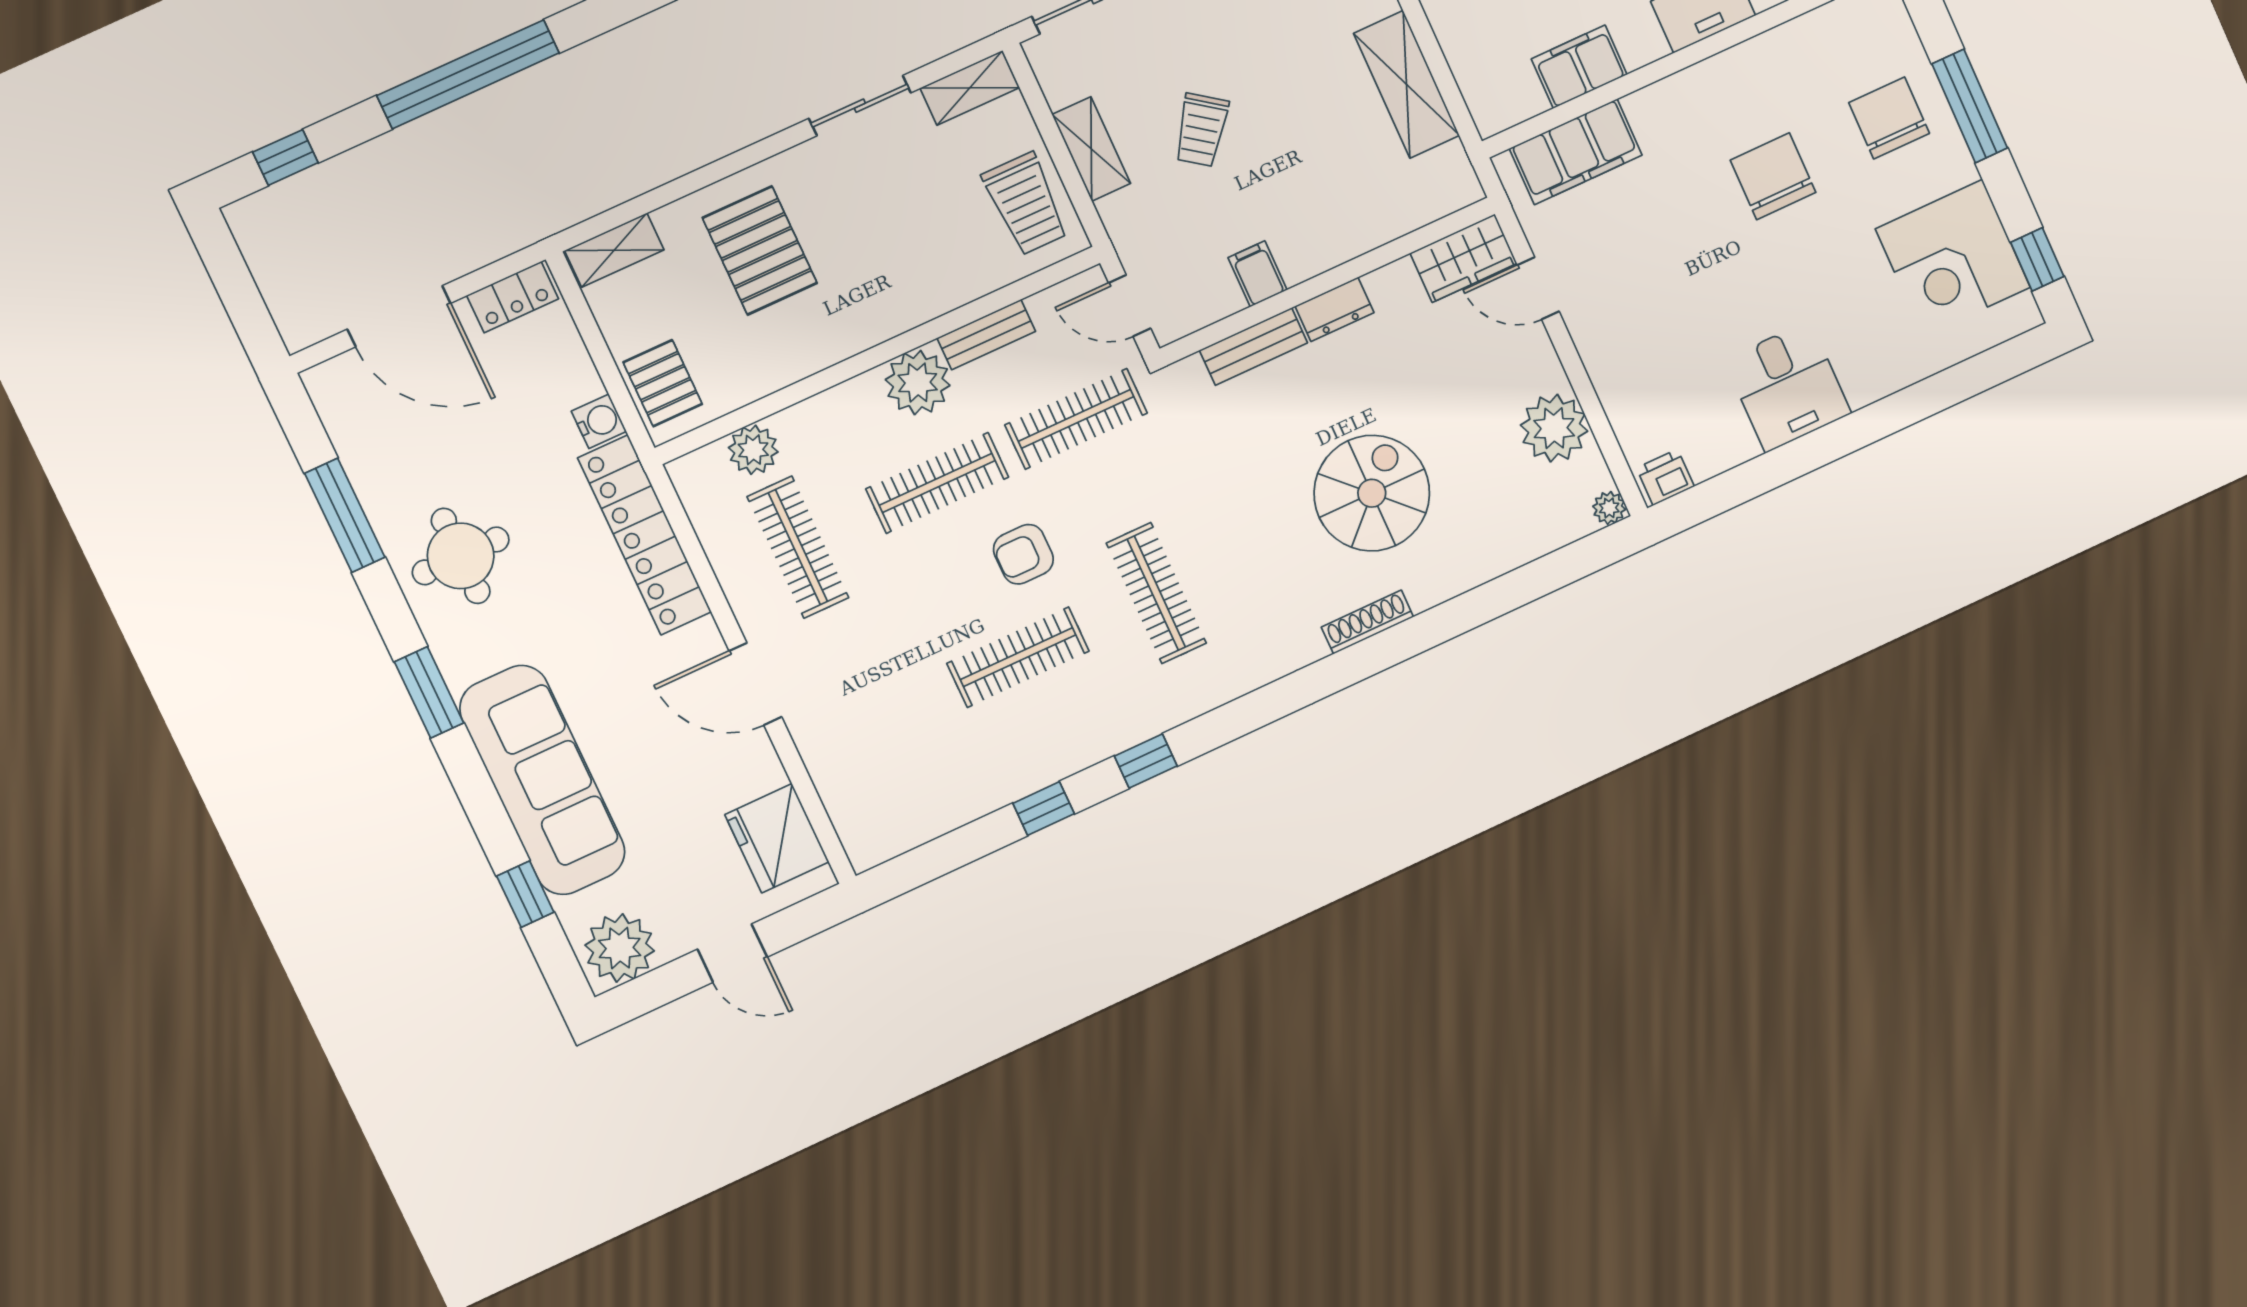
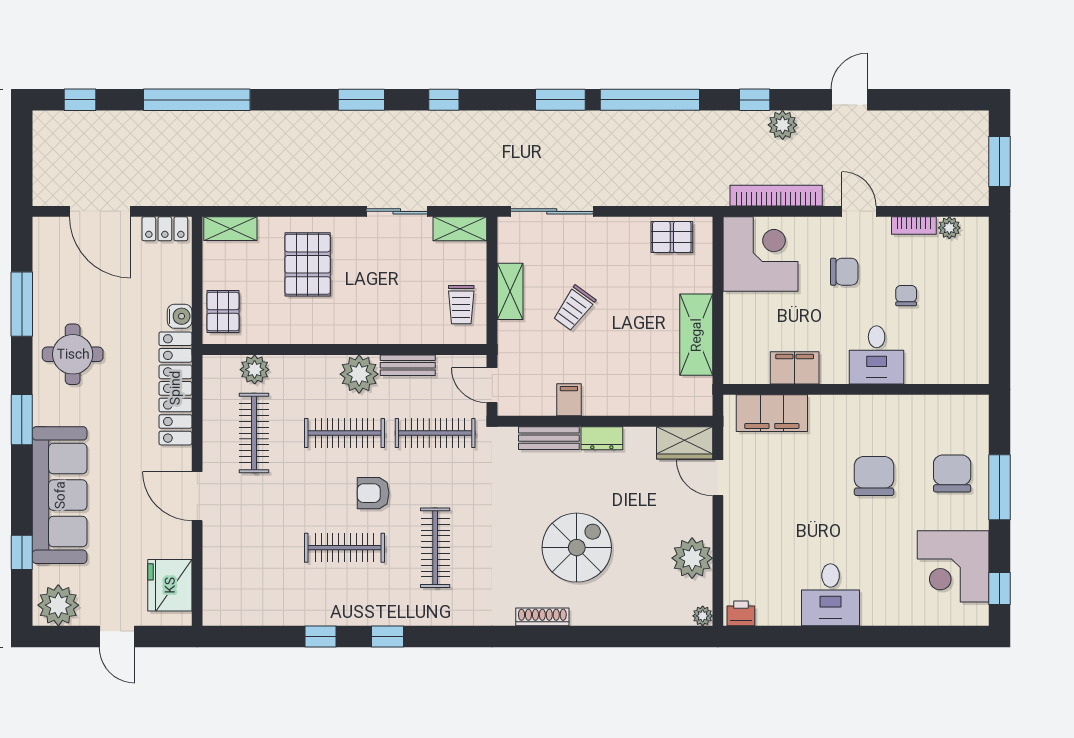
trolley: (1026, 204) -> (461, 305), width x0.73, depth x0.72

